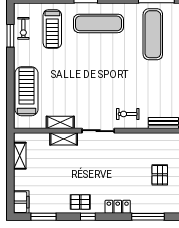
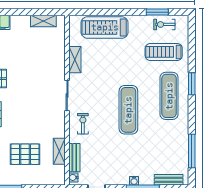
exercise mat: (153, 34) -> (128, 110), moved, turned 90
treadmill: (27, 91) -> (105, 27), turned 180
shelving: (64, 139) -> (59, 151), moved
pallet: (160, 175) -> (25, 154), width x1.50, depth x1.42

